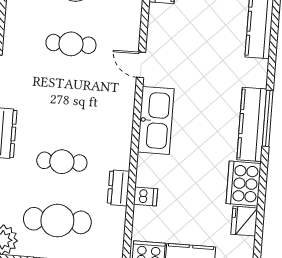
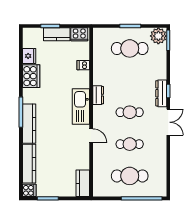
kitchen counter: (252, 124) -> (29, 124), moved
cafe table: (62, 162) -> (130, 112), moved
dresser: (118, 188) -> (98, 95), moved

